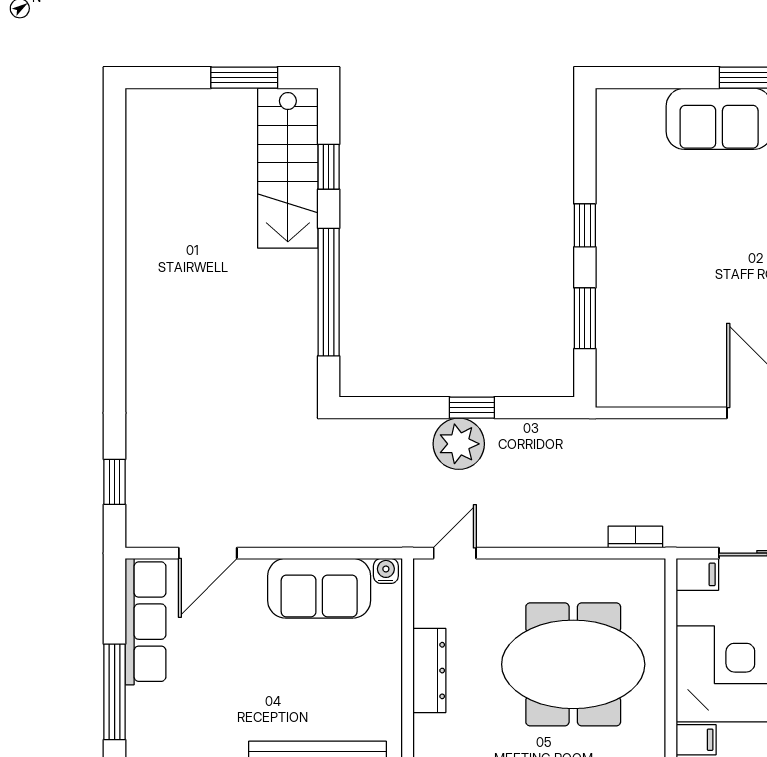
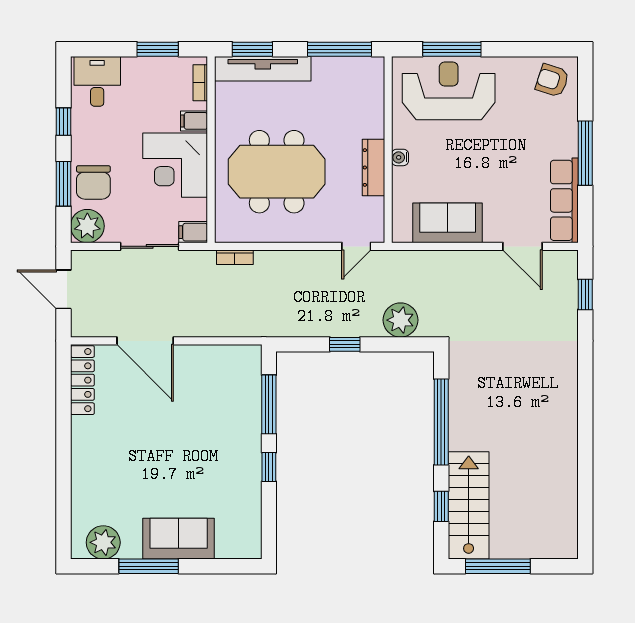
window: (244, 78) -> (498, 566), width x1.44
window: (585, 318) -> (269, 404), width x1.44
plant: (459, 444) -> (400, 320), moved
door: (208, 553) -> (523, 246), swing flipped
water cooler: (386, 571) -> (400, 157), moved, turned 90

